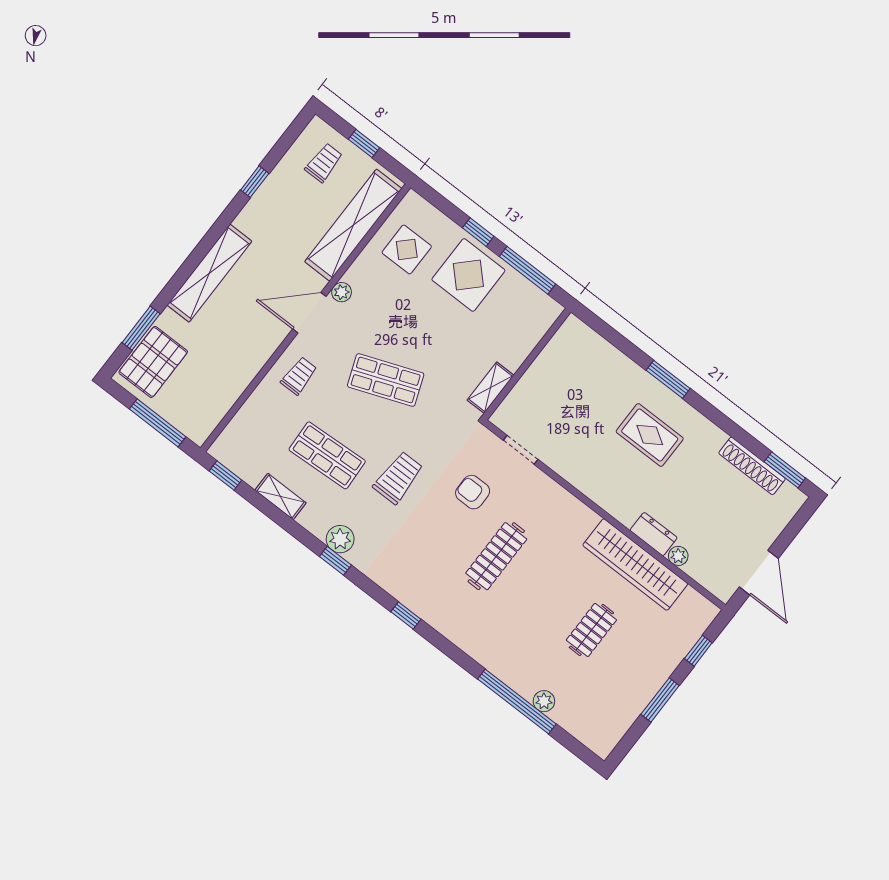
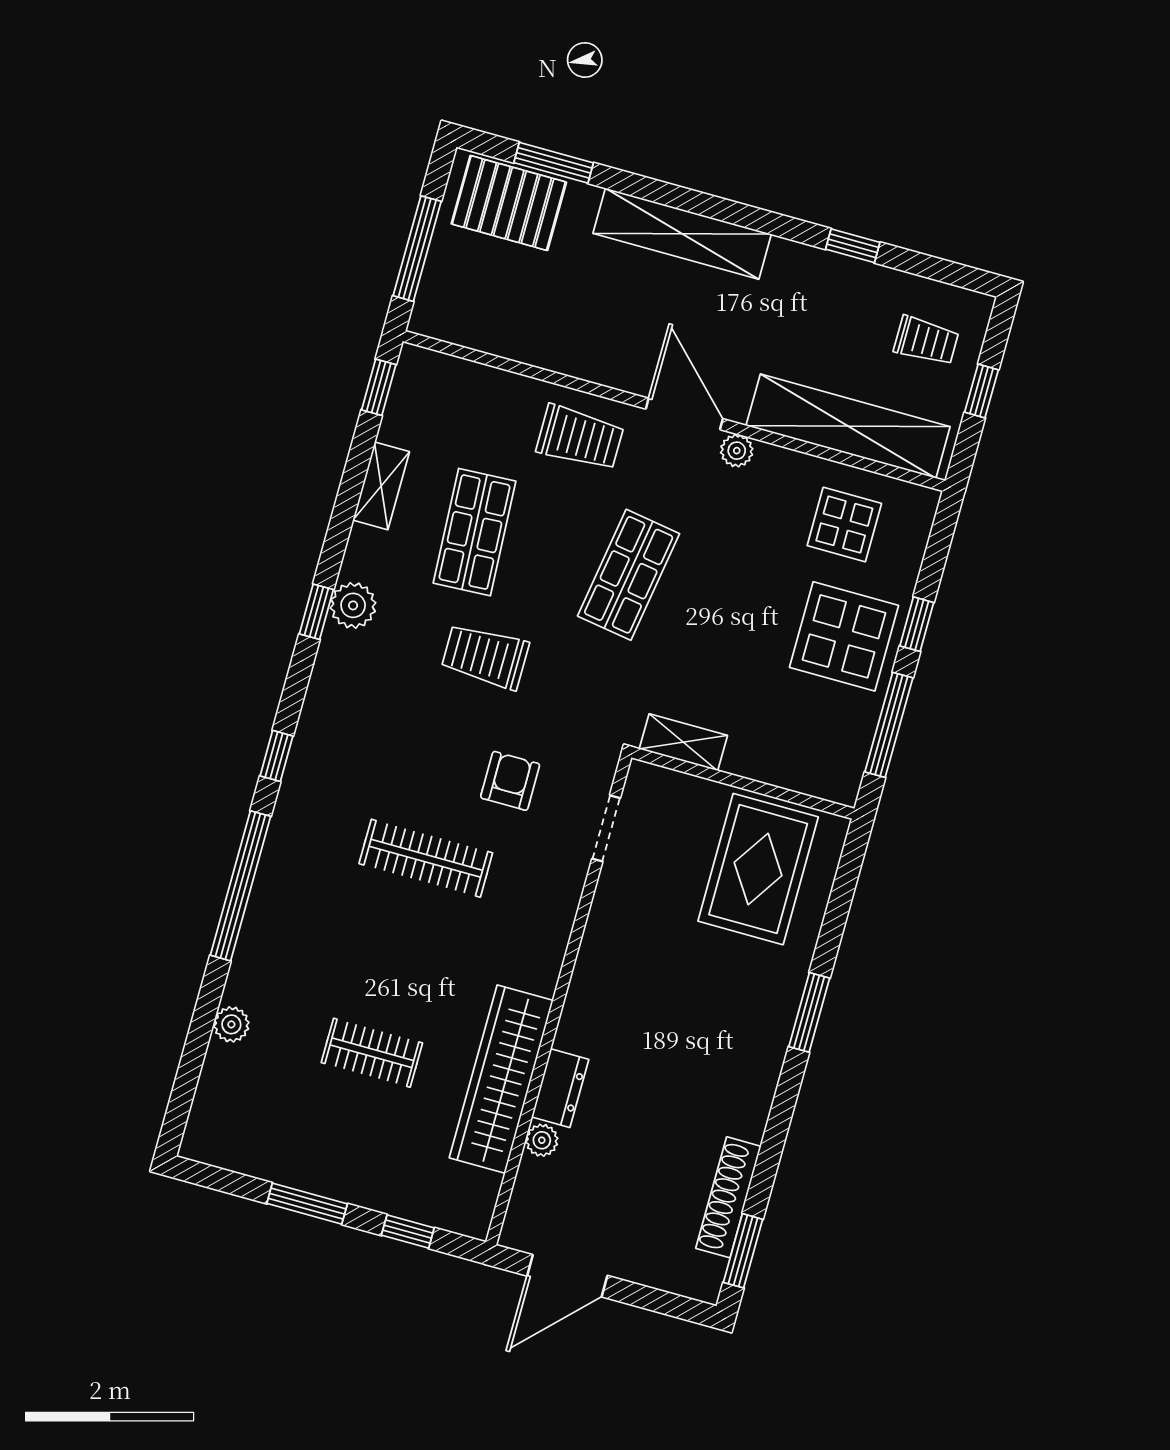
trolley: (299, 376) -> (580, 438), width x1.36, depth x1.39
shop shelf: (386, 380) -> (629, 575), turned 30
rug: (650, 435) -> (758, 869), moved, width x1.36, depth x1.43
trolley: (398, 478) -> (485, 656), turned 180
window: (517, 702) -> (240, 886), moved

